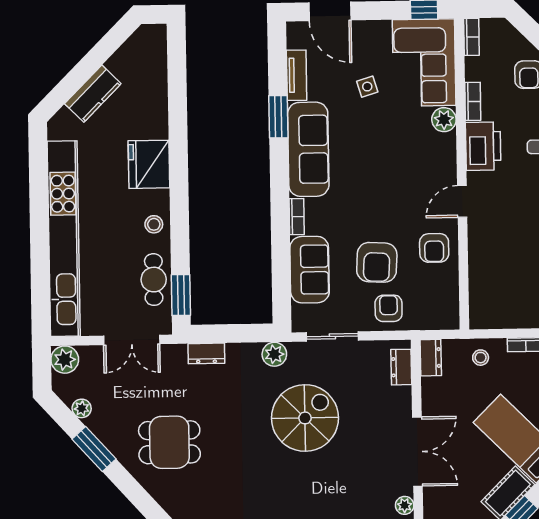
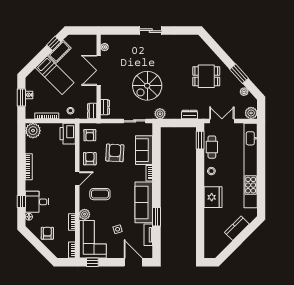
printer: (483, 146) -> (68, 134), moved
coffee table: (409, 167) -> (100, 194), added
armchair: (389, 308) -> (90, 135), moved

